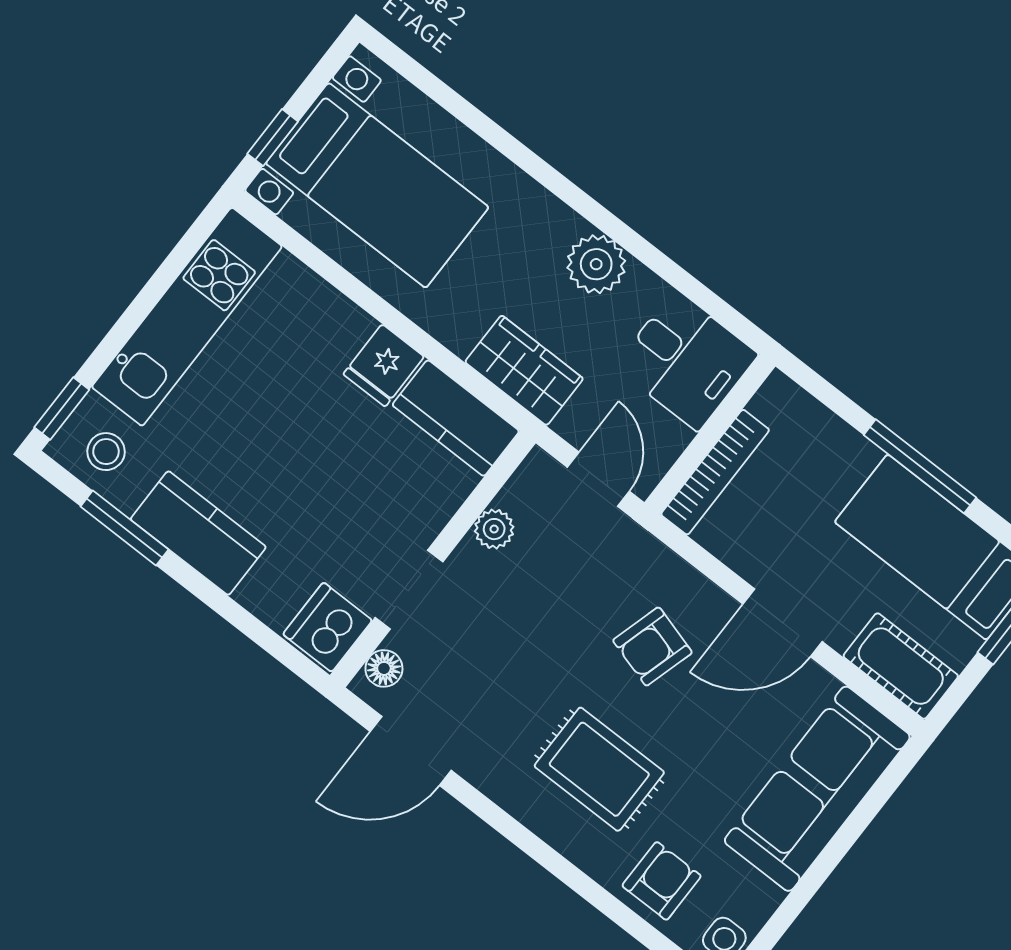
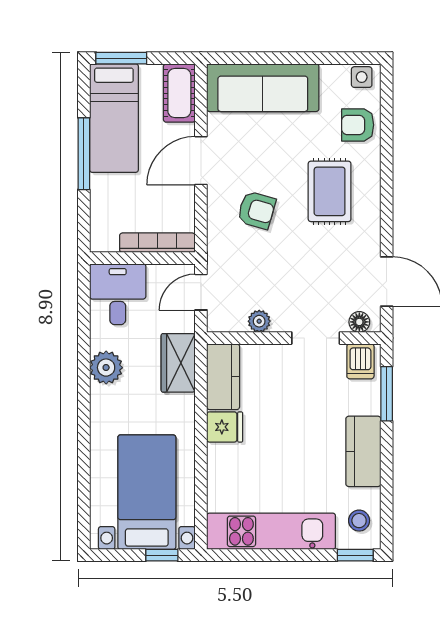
window: (124, 528) -> (387, 394), moved
door: (783, 623) -> (201, 161), swing flipped
dishwasher: (328, 627) -> (360, 361), width x0.73

